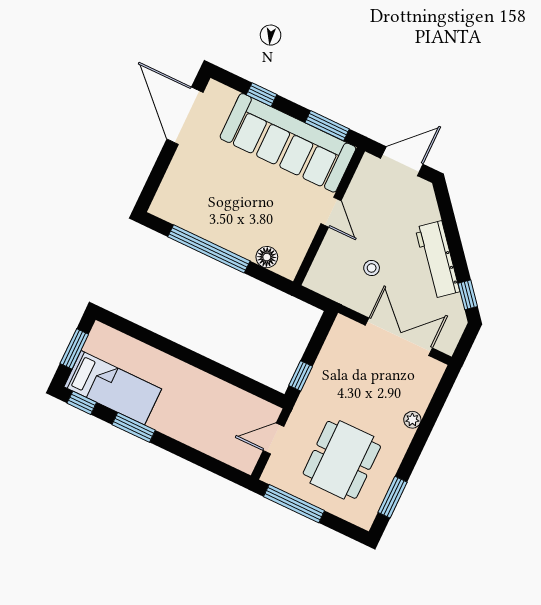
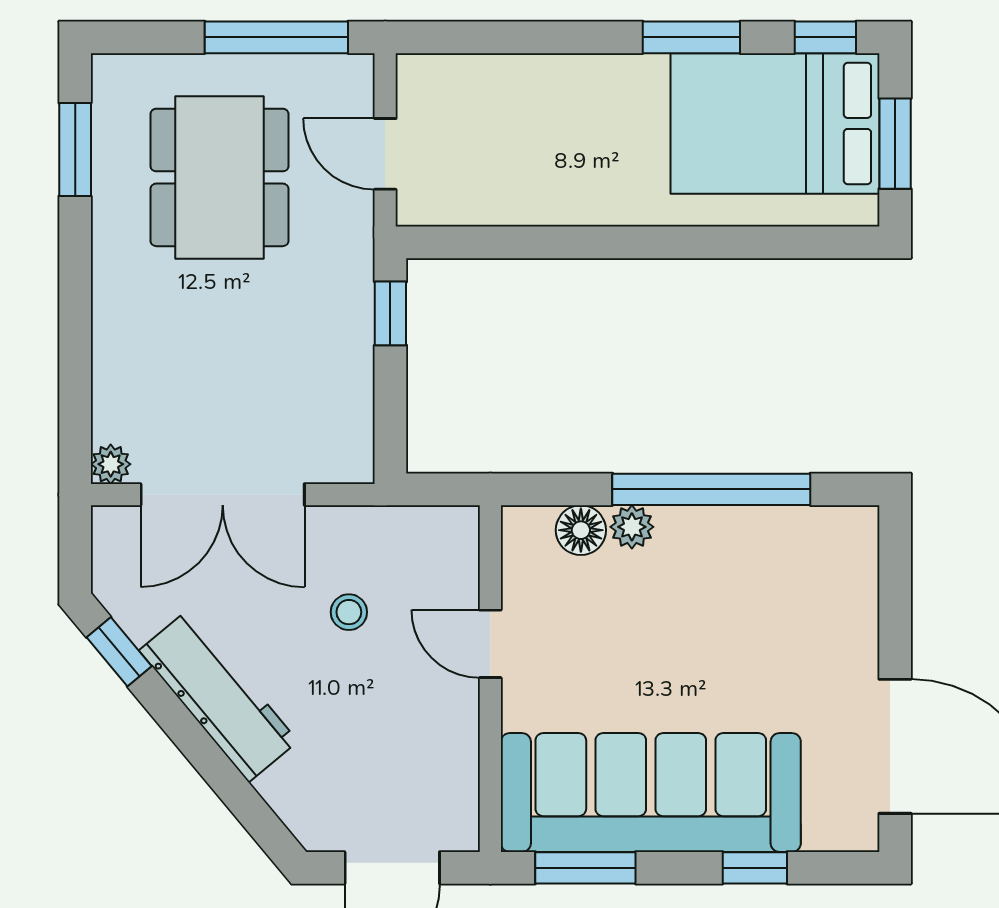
door: (331, 212) -> (490, 644), moved
plant: (246, 249) -> (632, 527), added
bed: (113, 388) -> (775, 123), width x1.50
plant: (412, 420) -> (111, 464), moved
door: (273, 438) -> (385, 154), swing flipped

